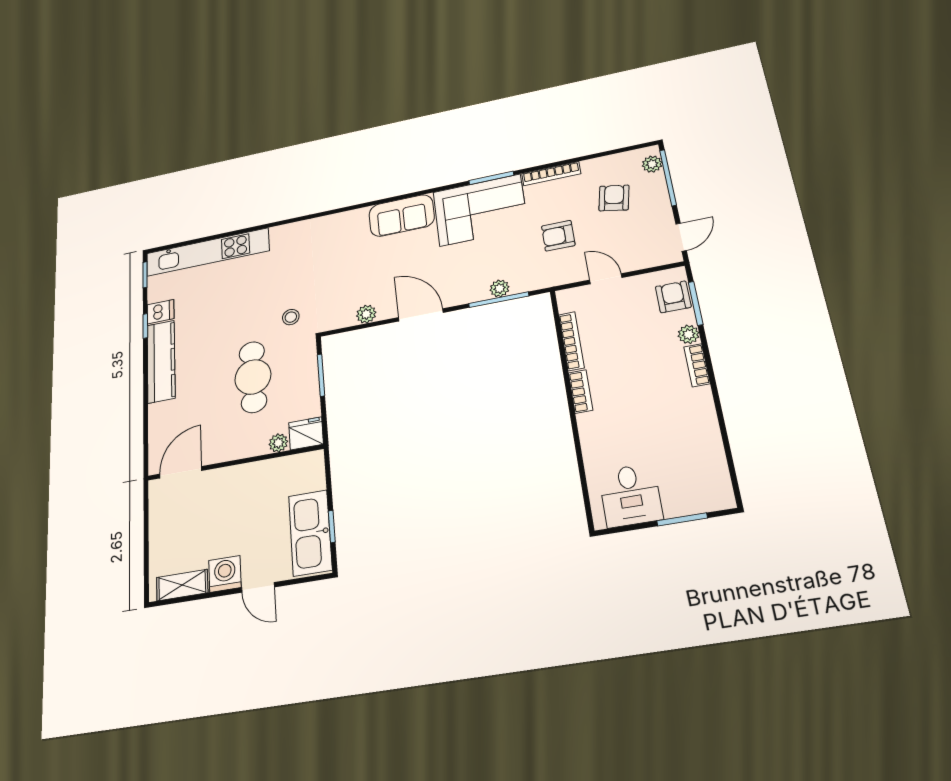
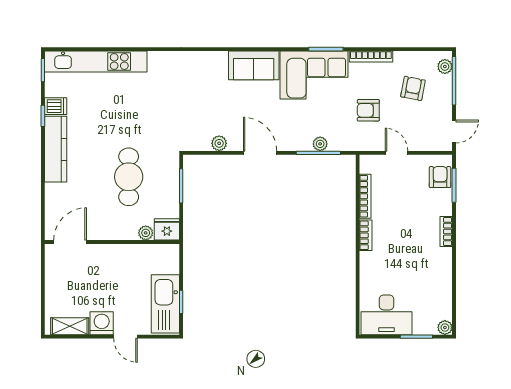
stool: (291, 317) -> (161, 133), removed
plant: (689, 334) -> (445, 327), moved
desk: (630, 495) -> (387, 315), width x1.37

